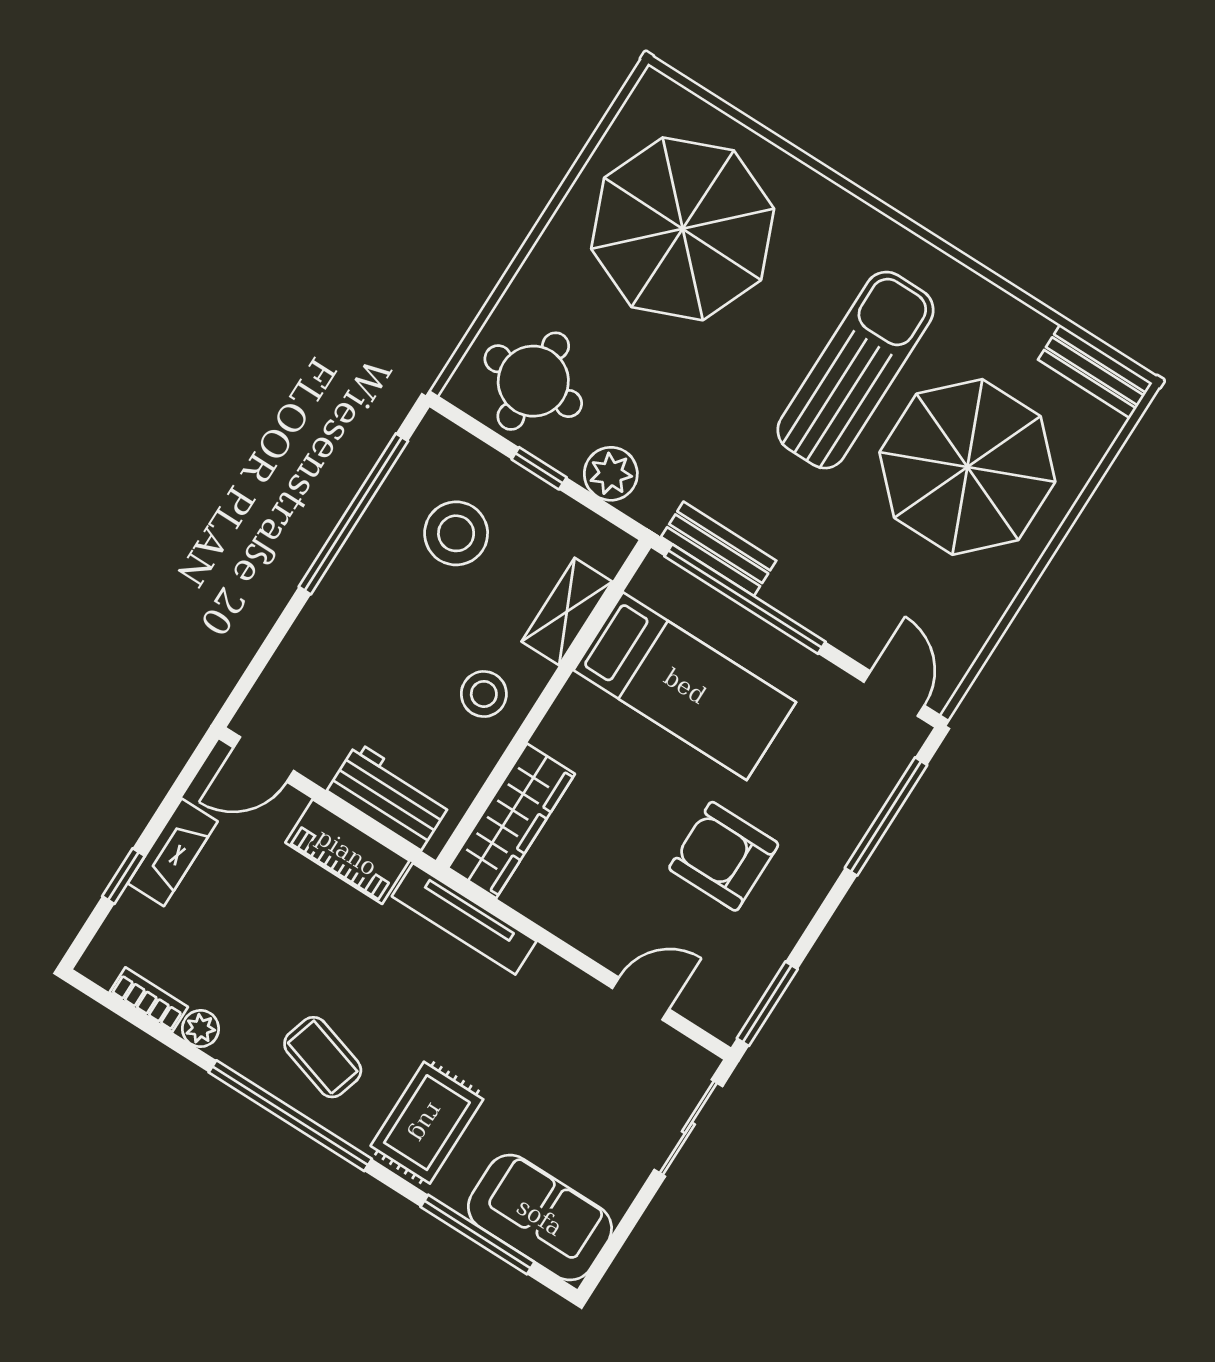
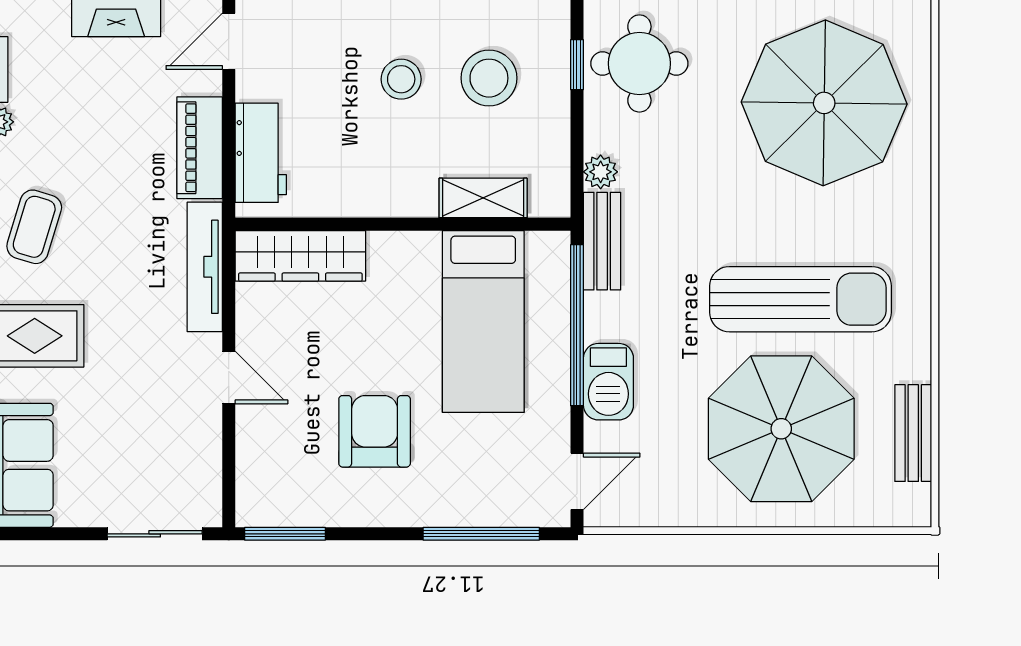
bench: (1095, 371) -> (913, 433), moved
window: (539, 468) -> (577, 65), moved
plant: (611, 474) -> (601, 172), width x0.73, depth x0.73
bench: (719, 549) -> (602, 241), moved
barbecue: (818, 603) -> (608, 382), added
stool: (484, 694) -> (401, 79), moved
door: (264, 759) -> (229, 41), hinge flipped
door: (641, 999) -> (229, 377), moved

